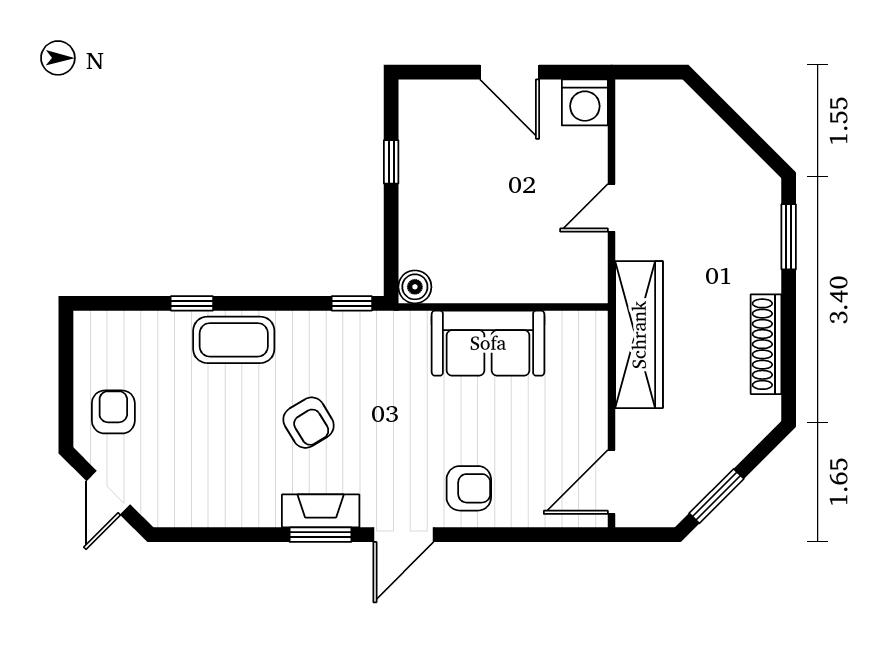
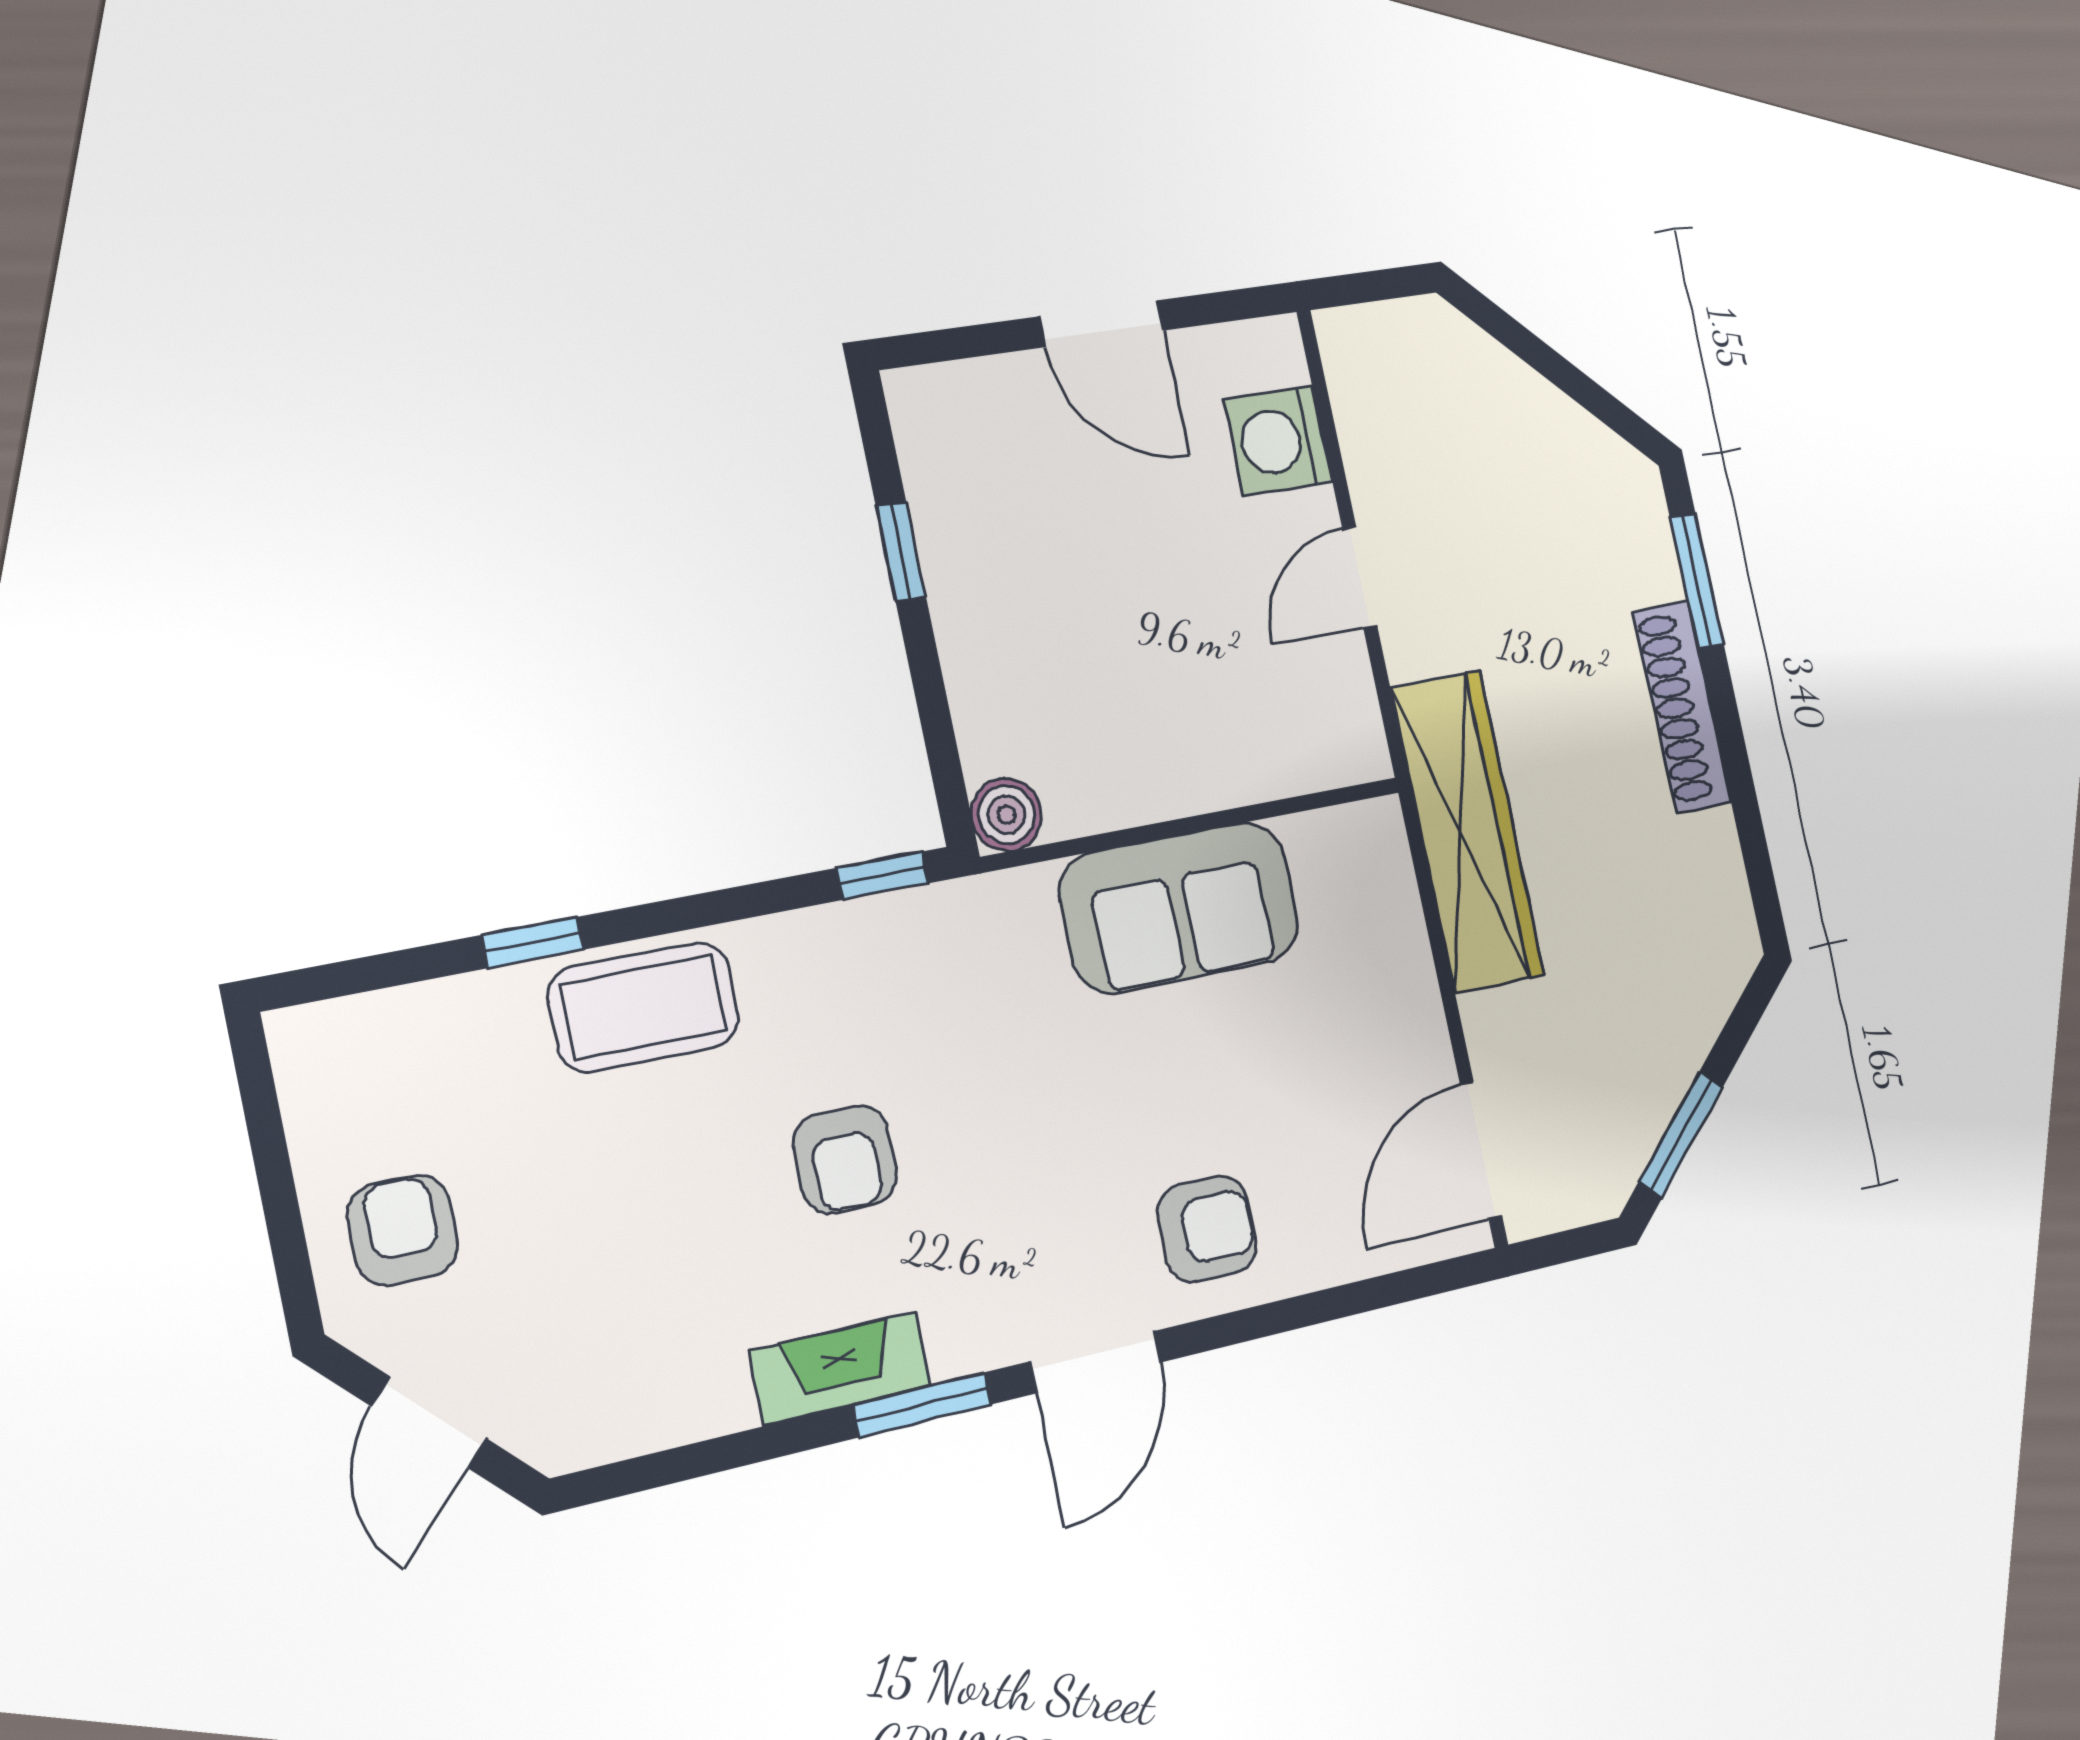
washing machine: (585, 102) -> (1278, 441), moved, turned 90
shoe rack: (766, 344) -> (1682, 707), moved
armchair: (309, 423) -> (845, 1159), turned 31
fireplace: (321, 511) -> (840, 1368), moved

